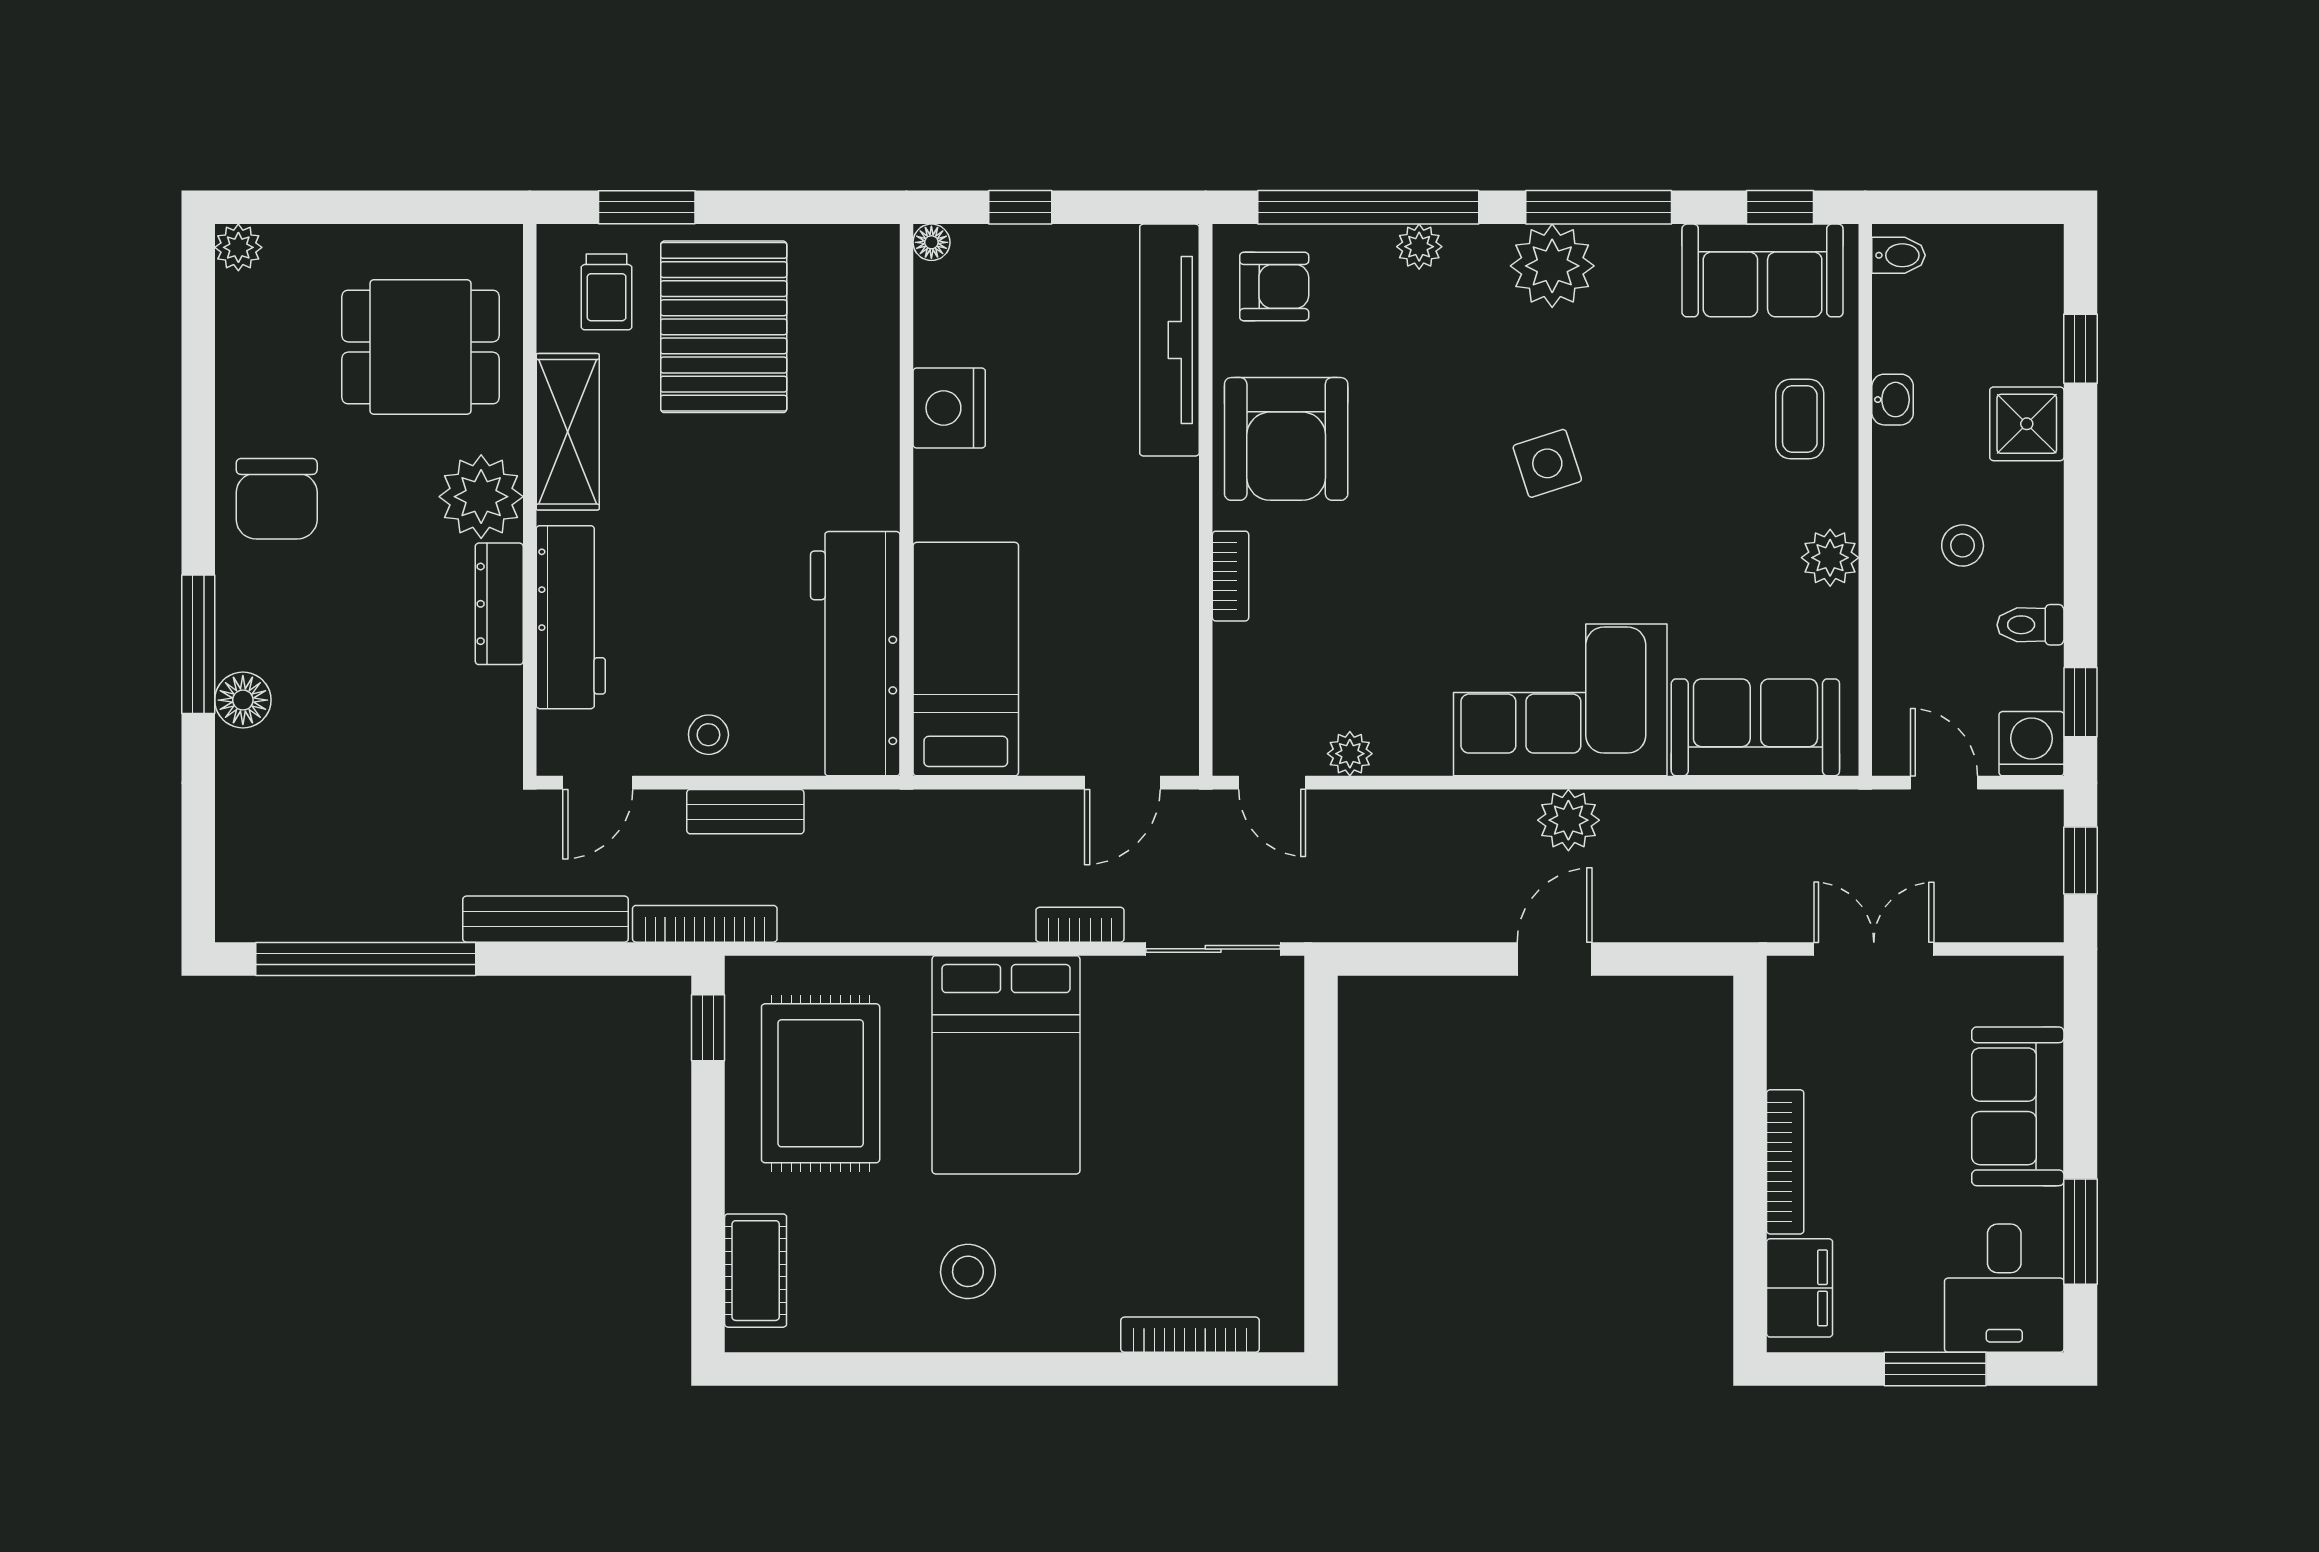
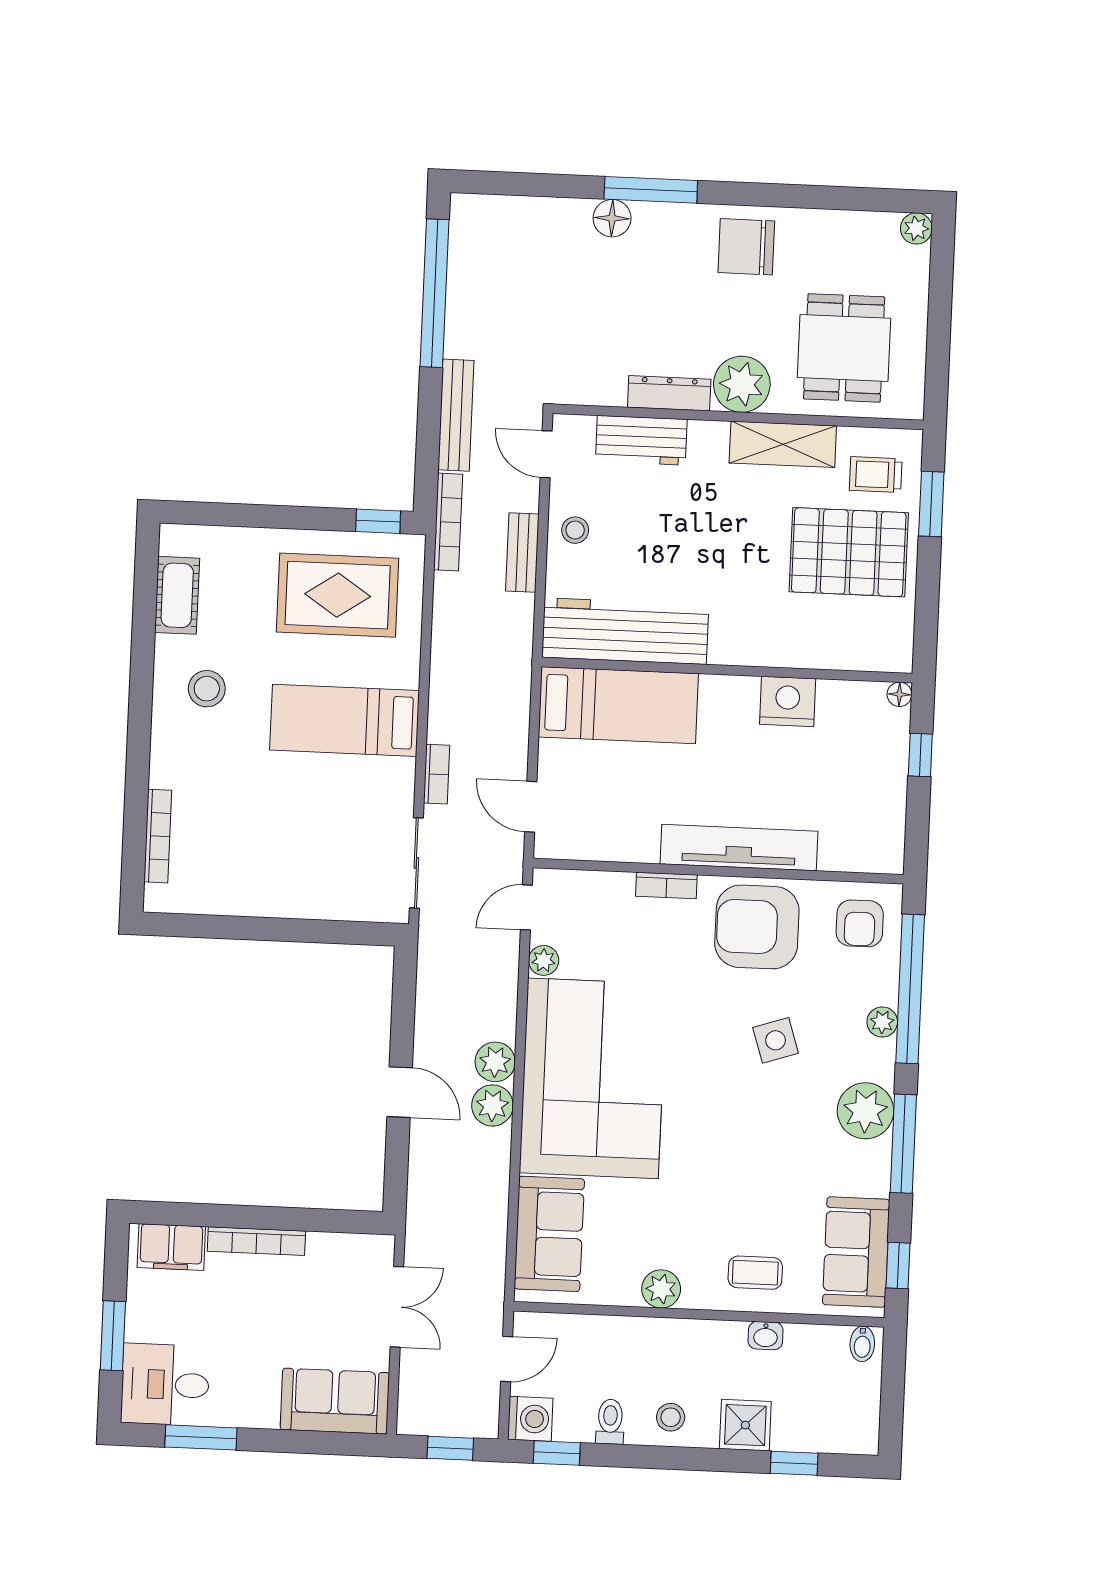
tv unit: (1169, 340) -> (739, 848), moved
side table: (1547, 463) -> (776, 1040), moved
stool: (1963, 545) -> (671, 1417), moved
workbench: (571, 617) -> (641, 440), width x0.73
corner sofa: (1560, 700) -> (593, 1078), width x1.36, depth x1.36
plant: (1504, 819) -> (495, 1062), added
bed: (1006, 1065) -> (345, 720), width x0.67
sofa: (2018, 1106) -> (335, 1401), moved
cot: (756, 1271) -> (177, 595), moved, turned 90

